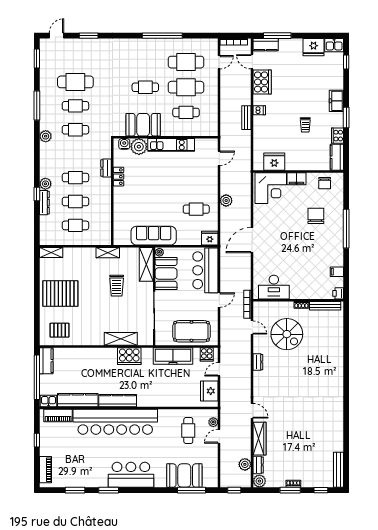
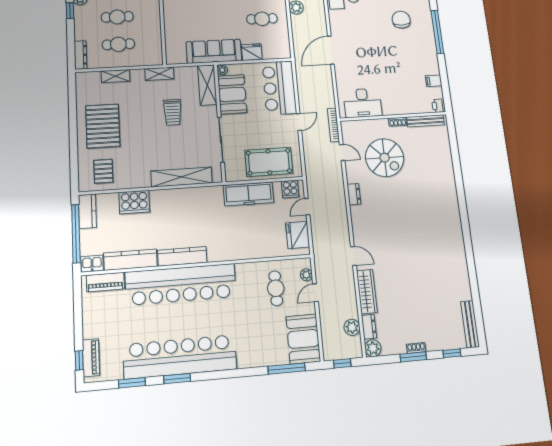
dresser: (44, 203) -> (80, 55), moved
fridge: (210, 238) -> (252, 52), moved
shelving: (51, 253) -> (116, 76), moved
pallet: (60, 293) -> (103, 126), turned 90
pallet: (60, 330) -> (103, 171), turned 90
shelving: (121, 339) -> (182, 177), width x1.47
cooker: (129, 356) -> (134, 202), moved
window: (37, 440) -> (79, 360), moved
bar counter: (131, 475) -> (180, 357), width x1.86
booth: (184, 476) -> (303, 339), moved, turned 90

